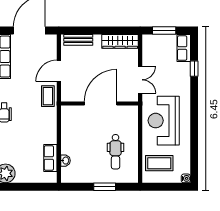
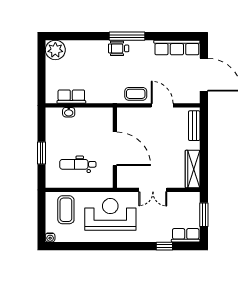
wall: (100, 104) -> (115, 148), moved
door: (101, 104) -> (115, 149), moved

